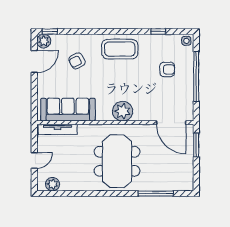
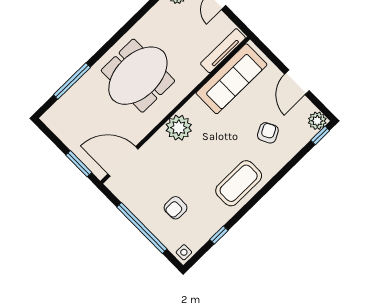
door: (34, 61) -> (297, 82), moved
meeting table: (117, 161) -> (138, 76), turned 90

